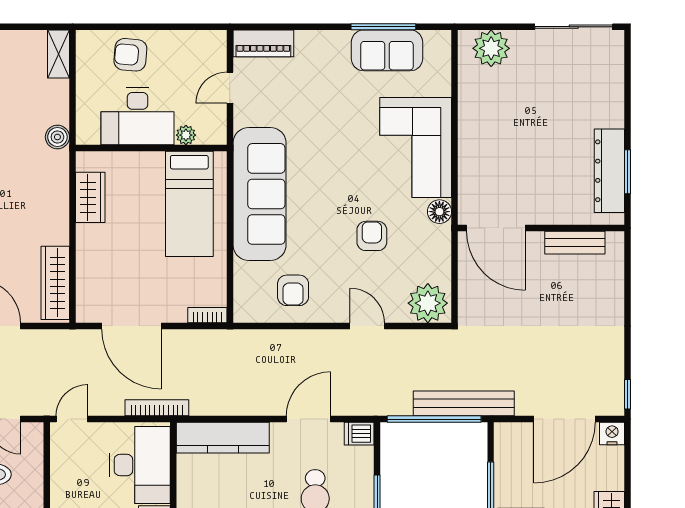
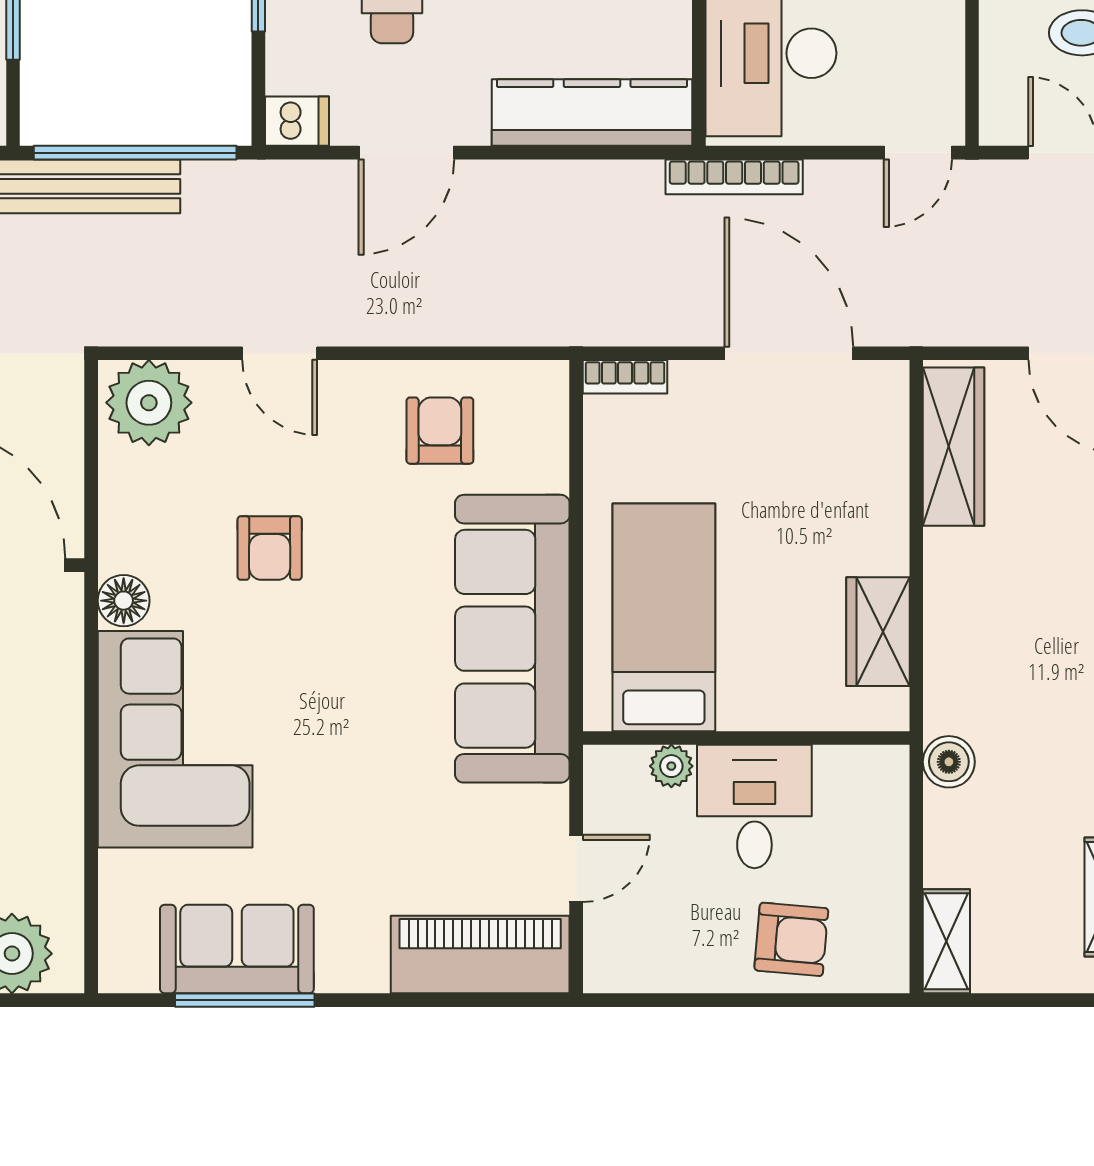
piano: (263, 43) -> (480, 955), width x1.37, depth x1.33
desk: (138, 116) -> (754, 806), width x0.73

